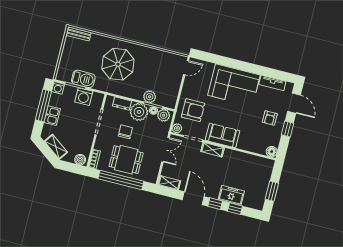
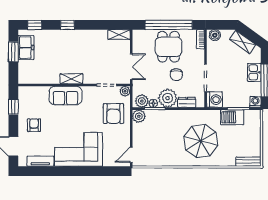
washing machine: (84, 97) -> (214, 100), moved, turned 90
plant: (150, 97) -> (139, 116), moved
armchair: (193, 110) -> (113, 114), turned -90
window: (287, 129) -> (13, 107), moved
sofa: (223, 135) -> (65, 96), moved
double door: (165, 150) -> (131, 67), swing flipped
shelving: (213, 150) -> (71, 79), moved
floor lamp: (272, 152) -> (24, 92), removed
dining table: (126, 160) -> (168, 47), turned 90
freezer: (231, 195) -> (26, 48), moved, turned -90
door: (193, 198) -> (91, 25), removed
window: (235, 209) -> (35, 25), moved

